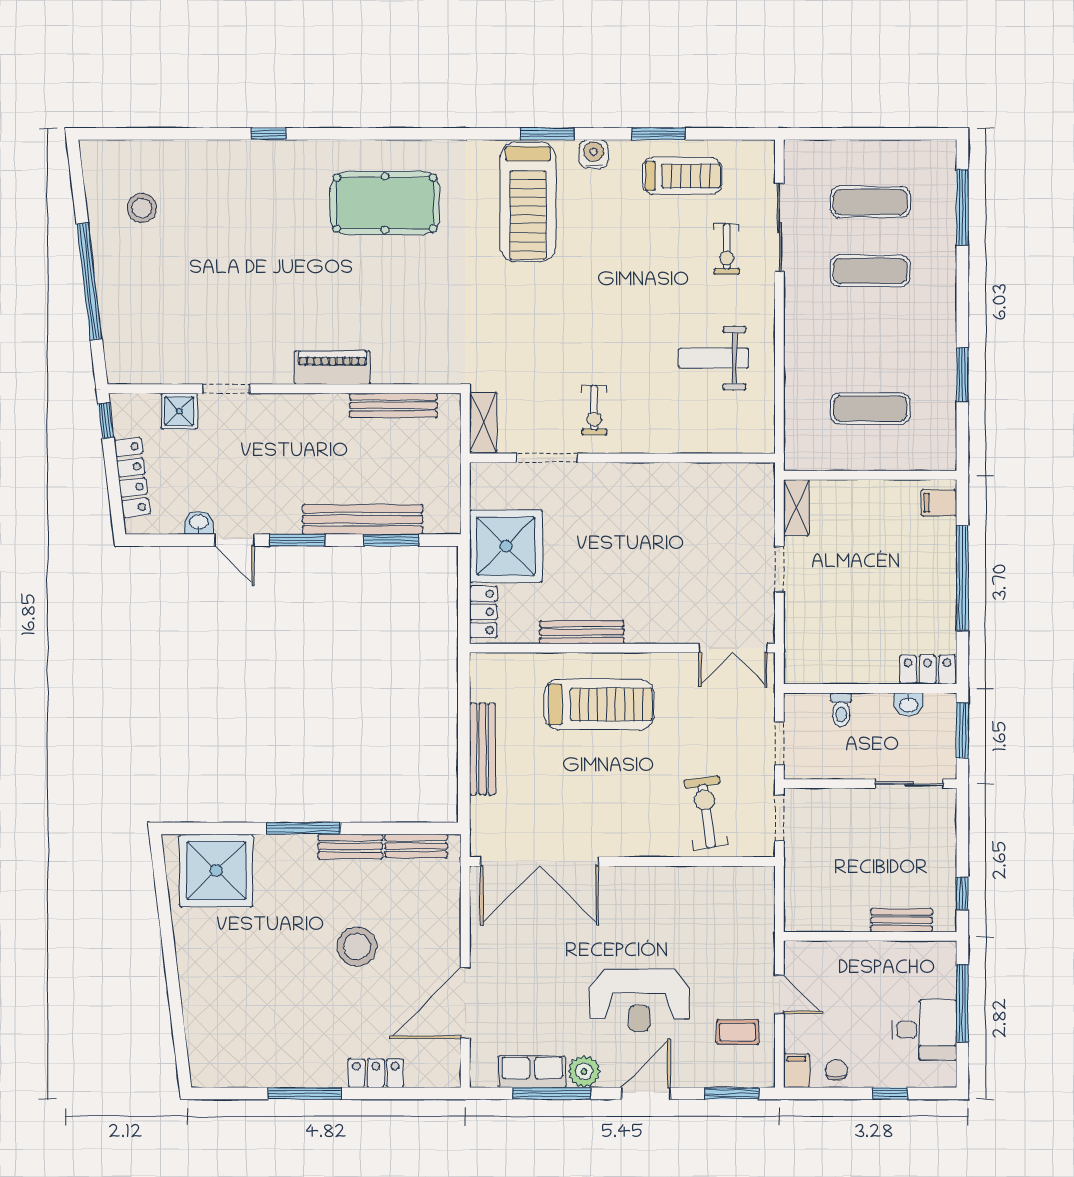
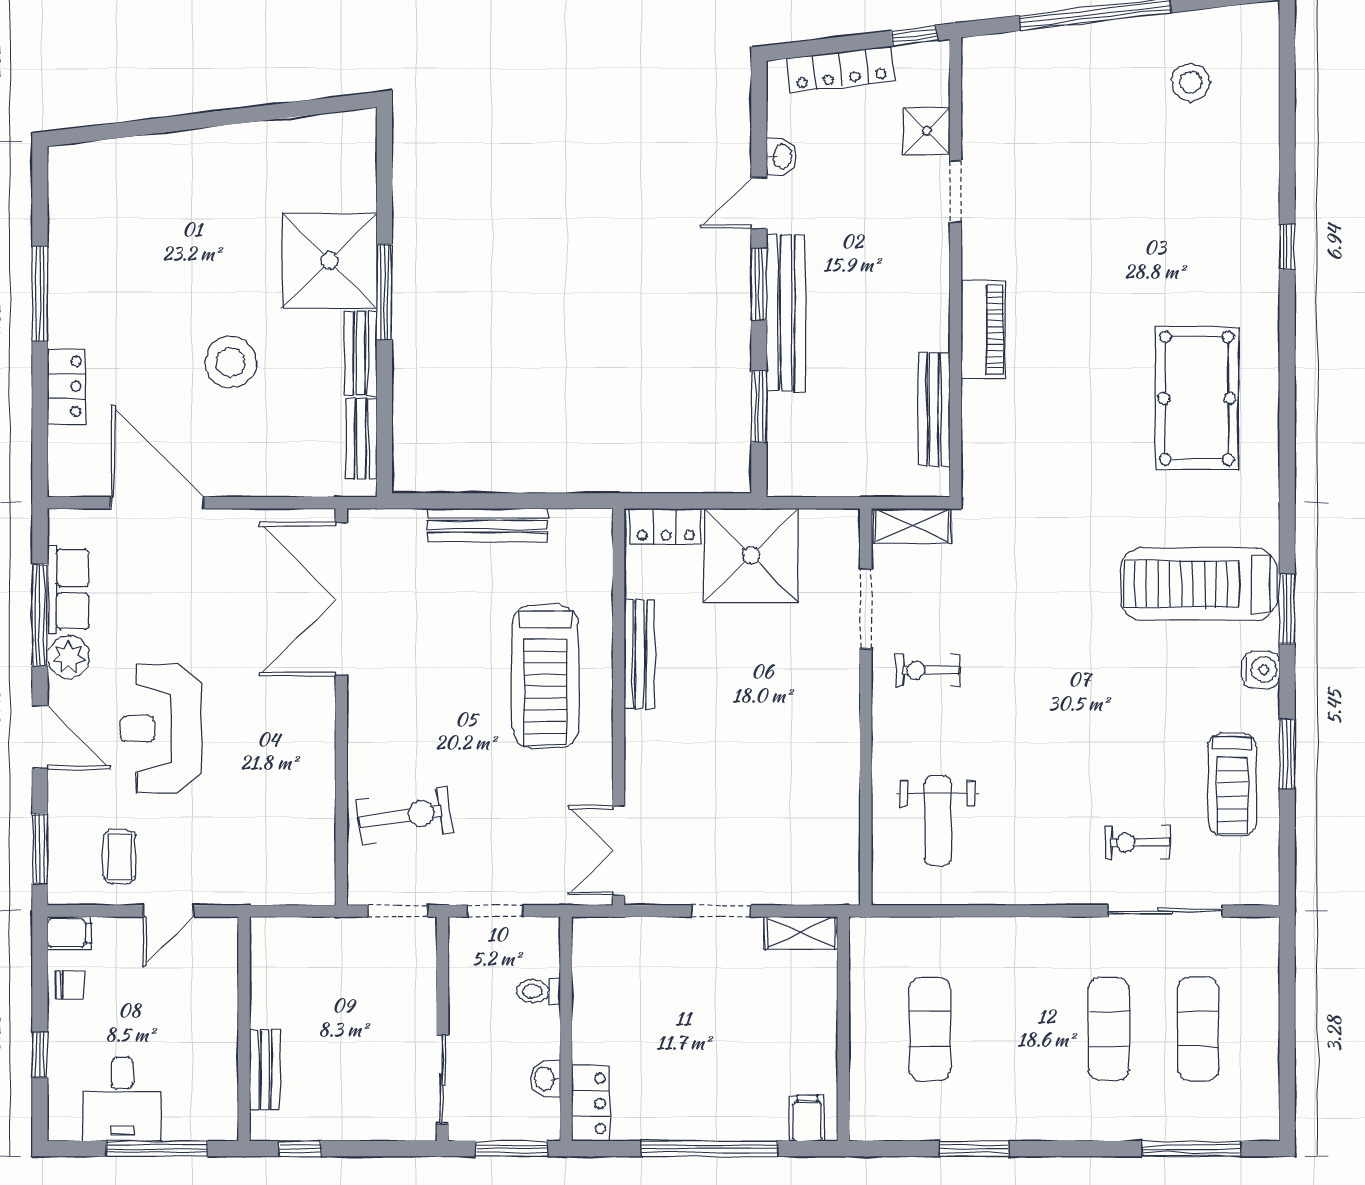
weight bench: (714, 358) -> (938, 820), moved, turned 180
bench: (363, 519) -> (786, 313), moved
shower: (216, 871) -> (329, 261), moved

